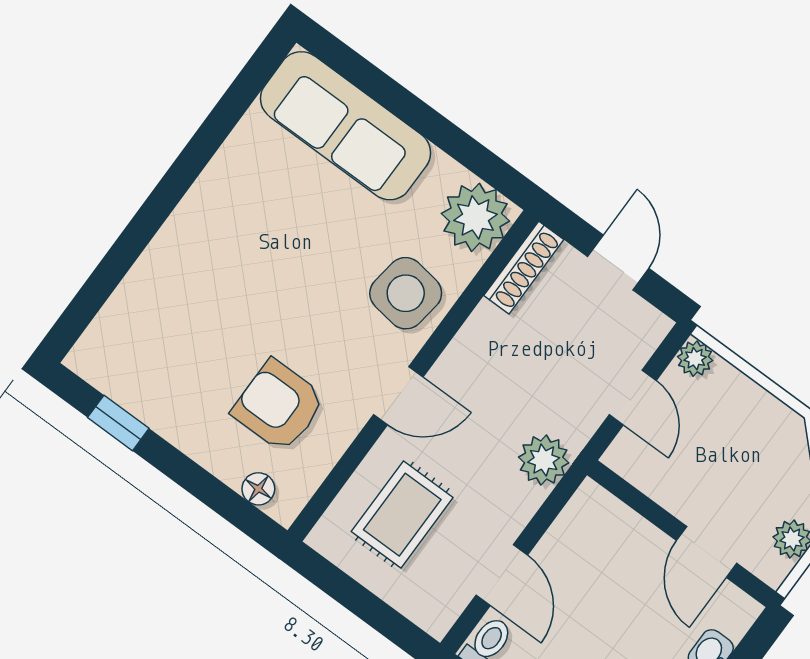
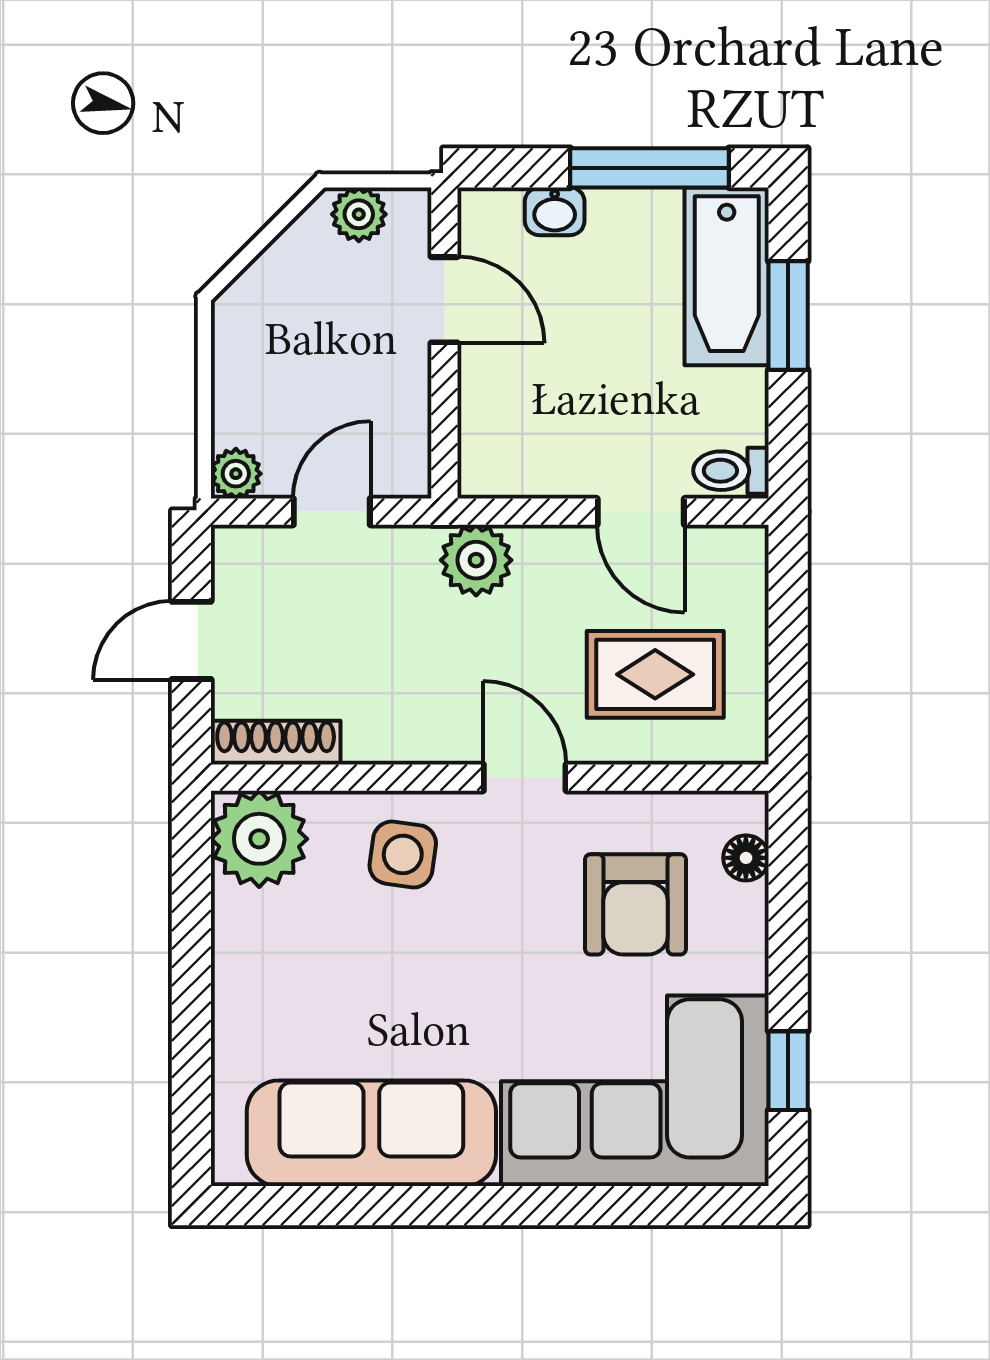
sofa: (346, 126) -> (371, 1133), moved, turned -90
side table: (406, 293) -> (403, 854), width x0.73, depth x0.73
corner sofa: (172, 326) -> (635, 1091), added
door: (707, 552) -> (444, 300), hinge flipped
door: (502, 575) -> (641, 512), swing flipped

